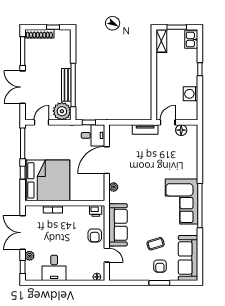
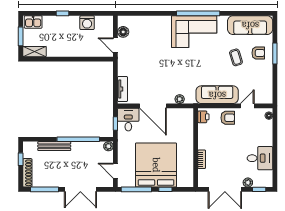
bench: (66, 85) -> (54, 146), moved
plant: (62, 111) -> (108, 146), width x0.53, depth x0.53
tv unit: (145, 130) -> (123, 89), moved
bed: (47, 180) -> (156, 165), moved

